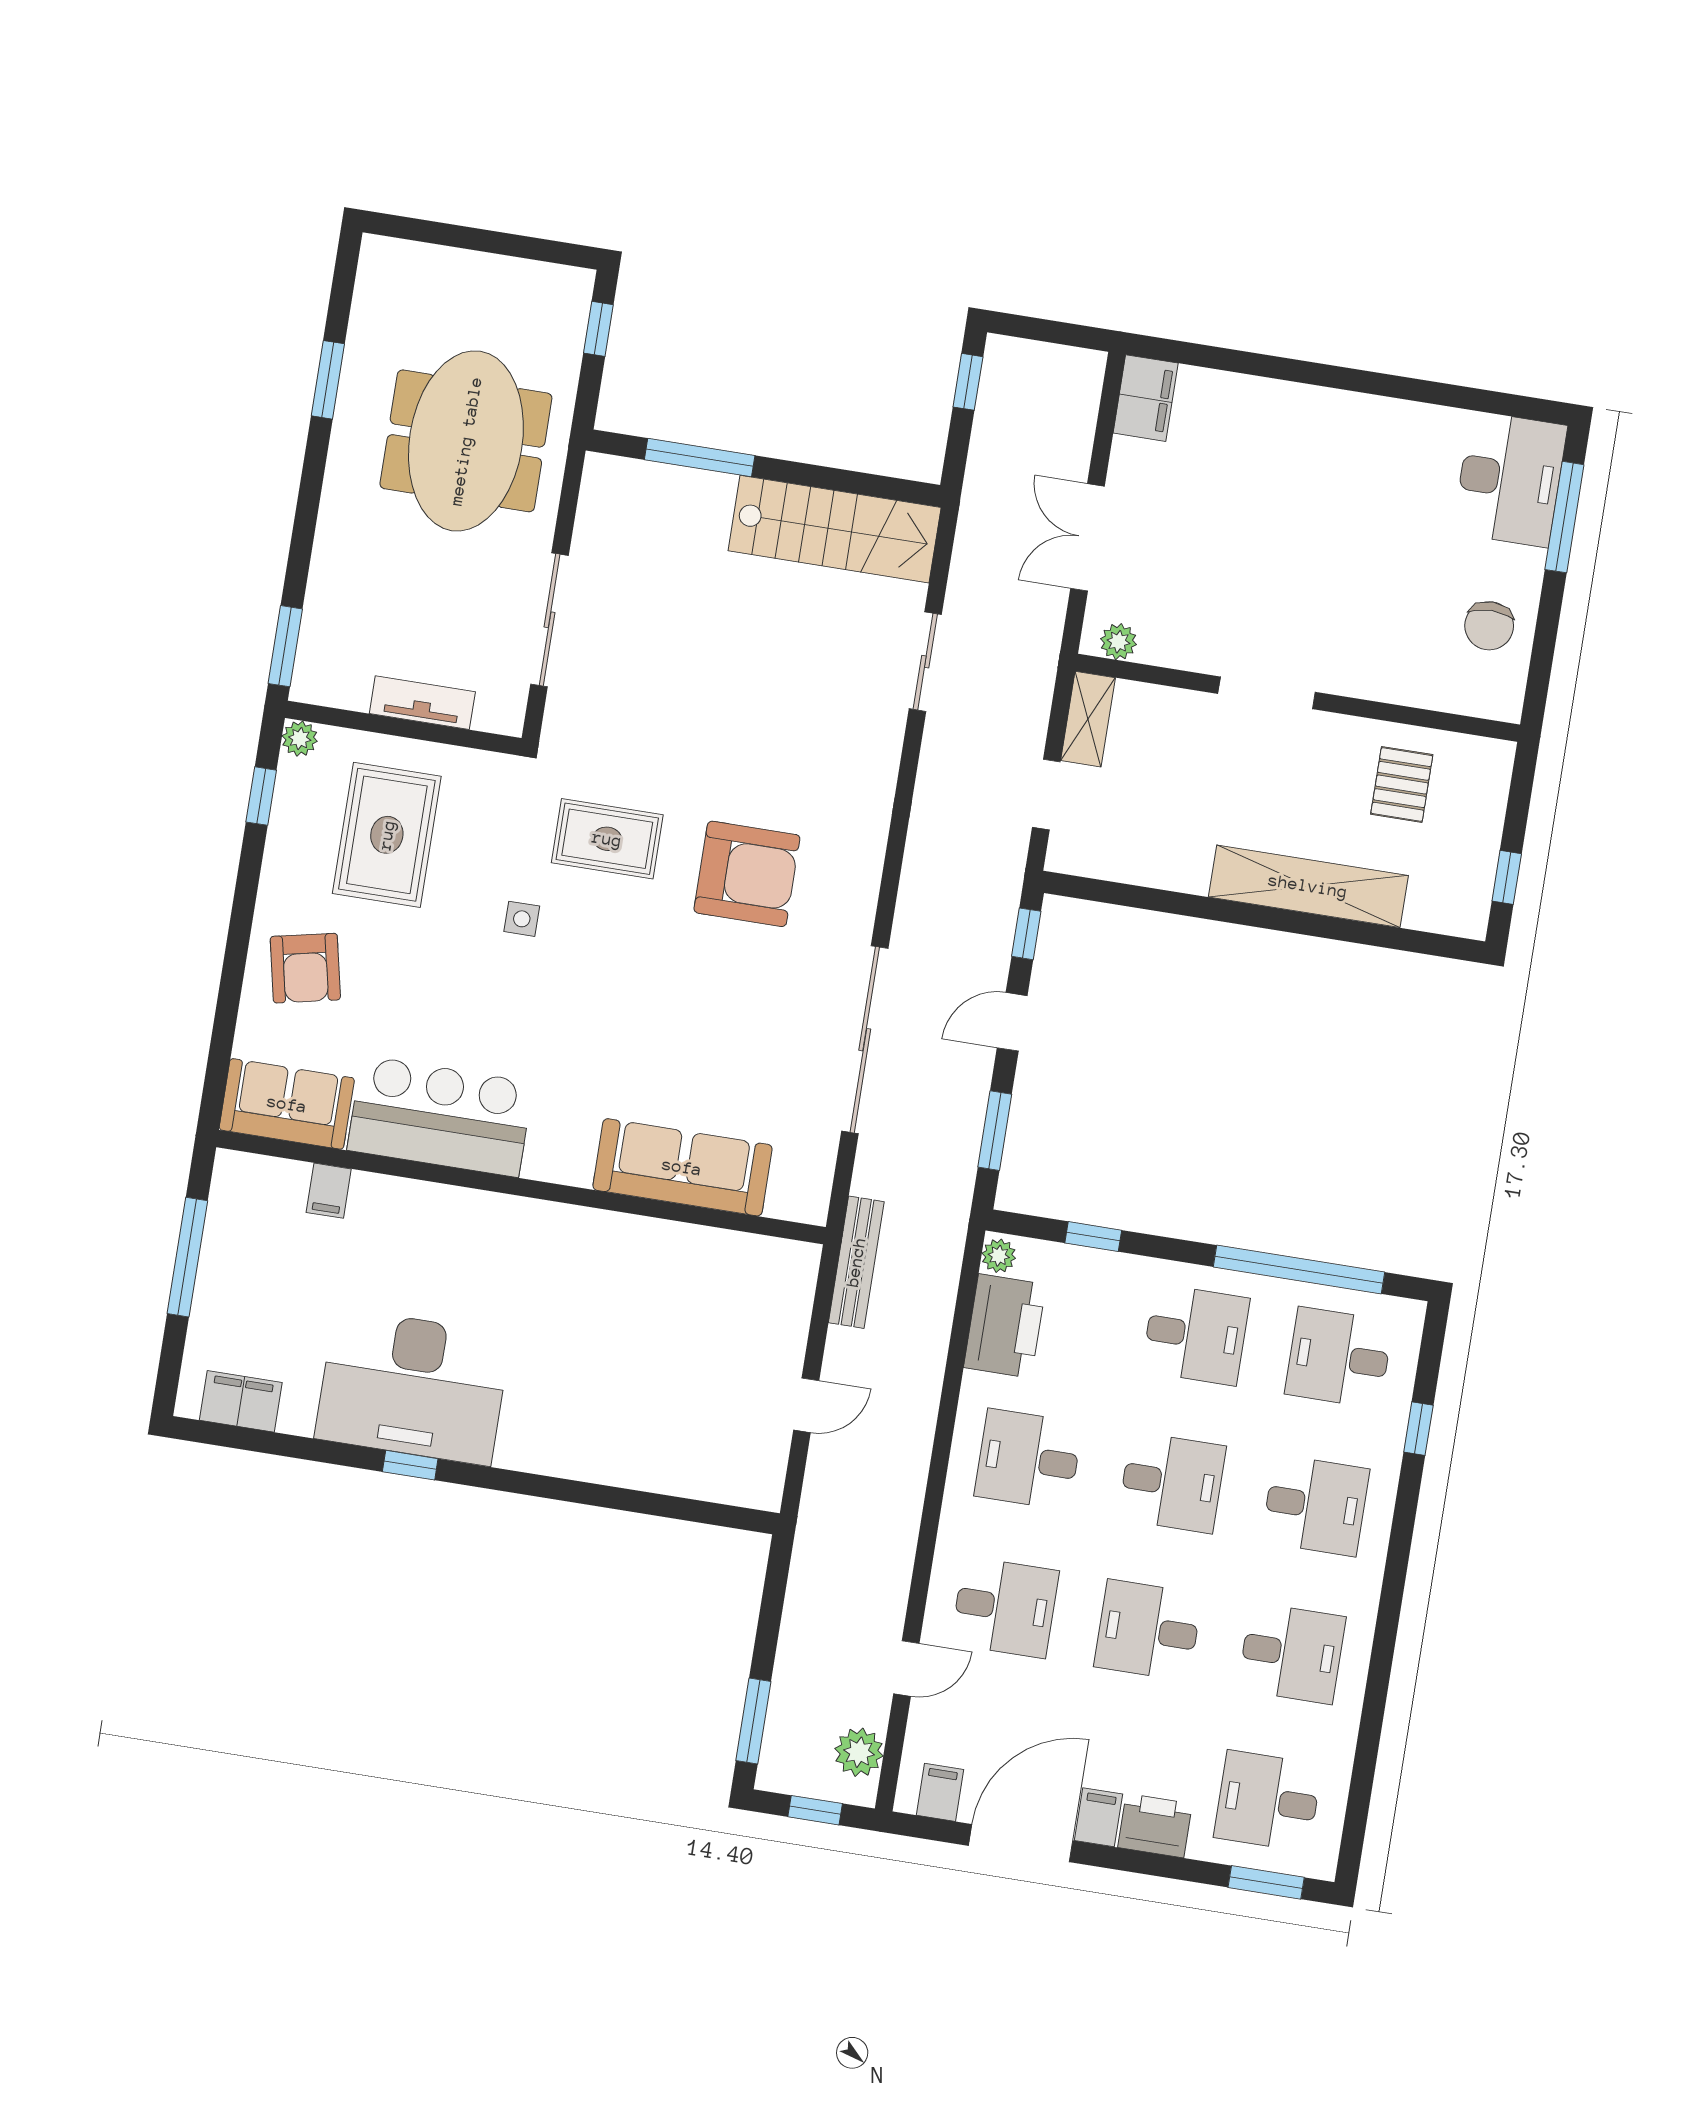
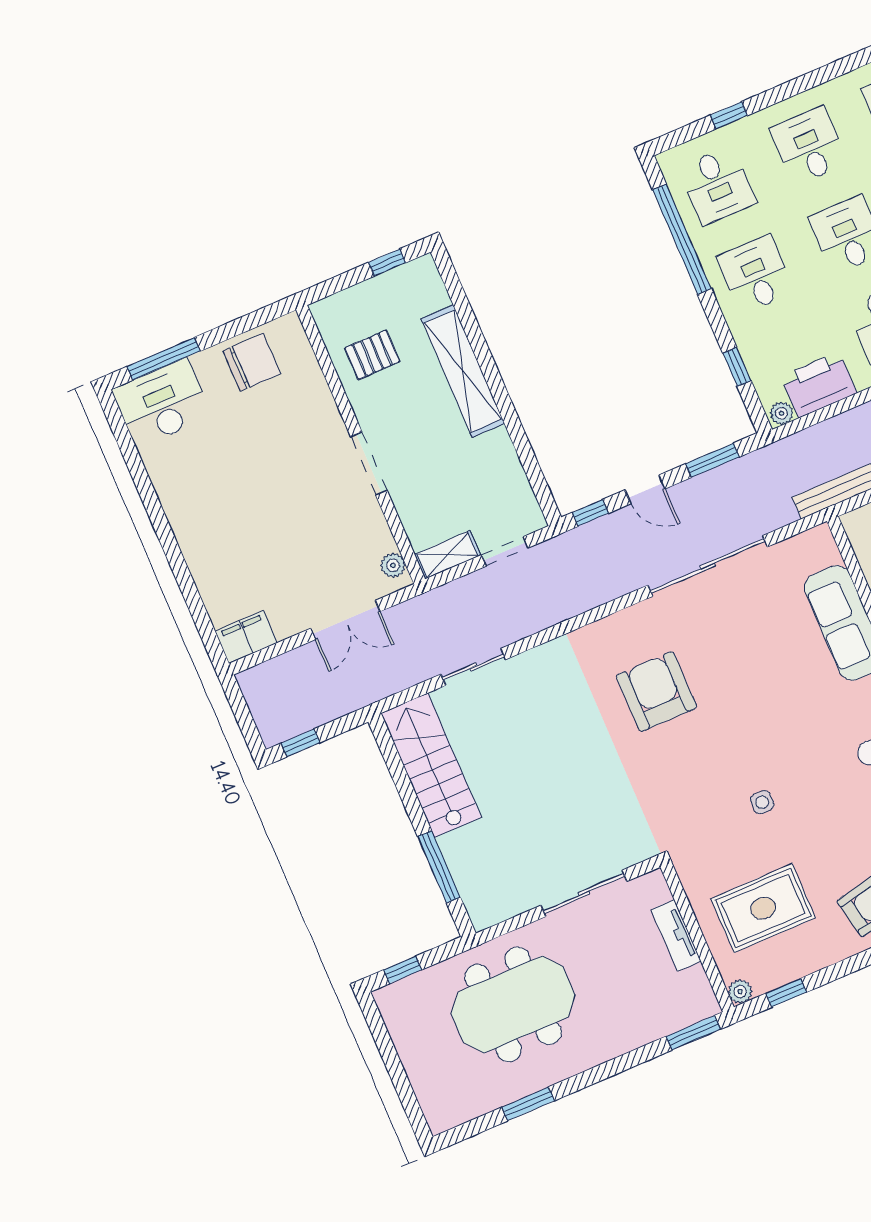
chair: (1489, 626) -> (252, 362), width x1.37, depth x1.37
rug: (607, 839) -> (687, 783), removed

